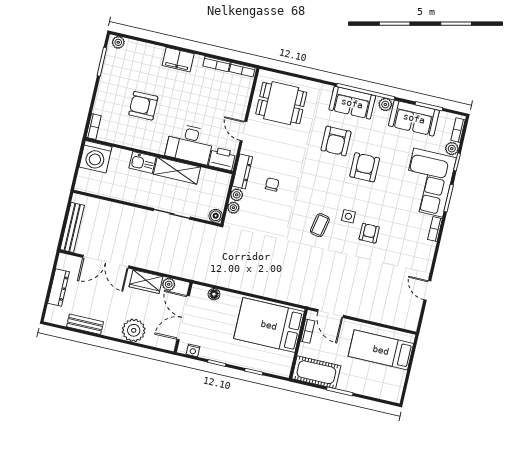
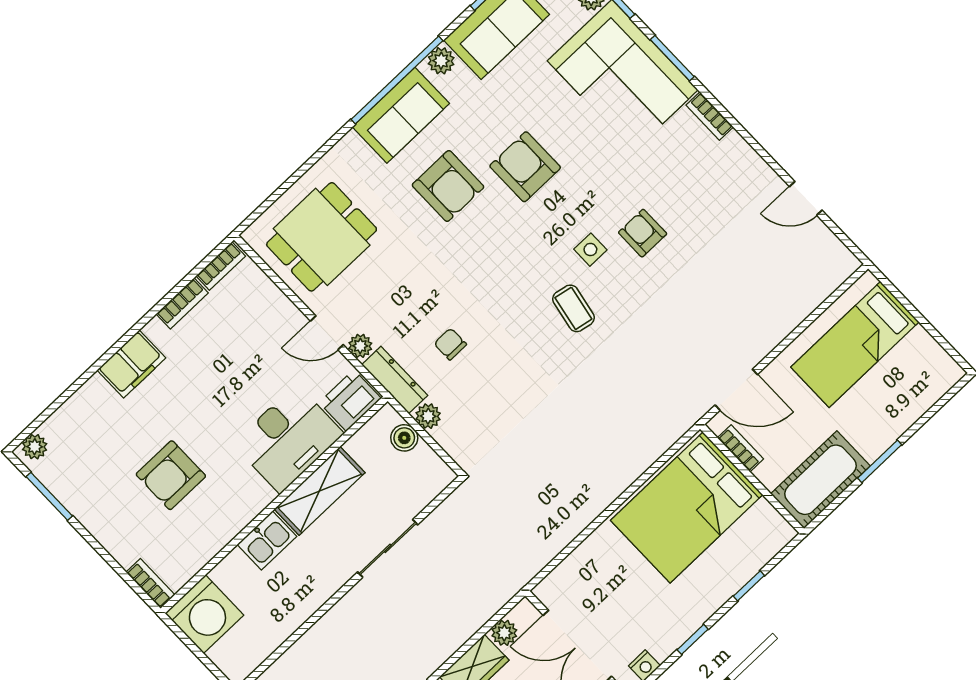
plant: (233, 208) -> (360, 346), moved
boiler: (216, 216) -> (404, 438), moved
floor lamp: (214, 294) -> (572, 567), removed

